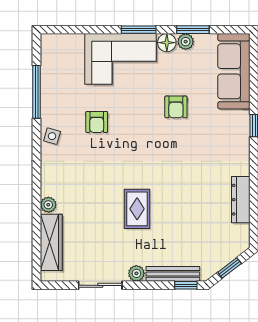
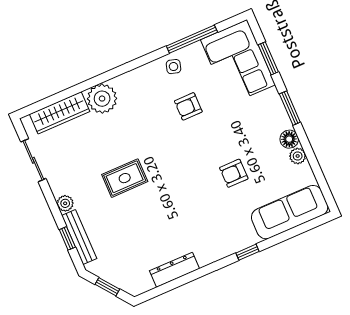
window: (193, 30) -> (268, 58), moved
corner sofa: (121, 59) -> (238, 62), moved
side table: (52, 136) -> (174, 67), moved
plant: (48, 205) -> (102, 99), width x1.87, depth x1.87
sliding door: (100, 285) -> (33, 160), moved
window: (186, 285) -> (67, 238), moved

